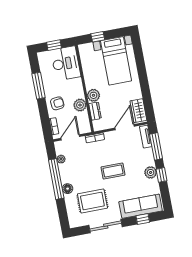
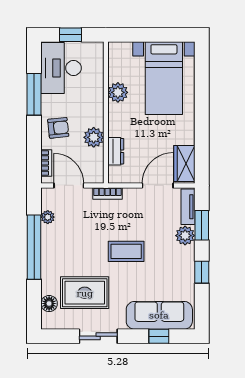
window: (98, 37) -> (142, 35), removed
desk: (66, 63) -> (61, 68), moved, turned 180
plant: (93, 95) -> (118, 92), moved
door: (70, 137) -> (69, 185), hinge flipped
window: (156, 146) -> (202, 225), width x0.69
plant: (151, 172) -> (185, 236), moved
floor lamp: (68, 189) -> (49, 304), moved
sliding door: (106, 226) -> (98, 336), width x0.73

